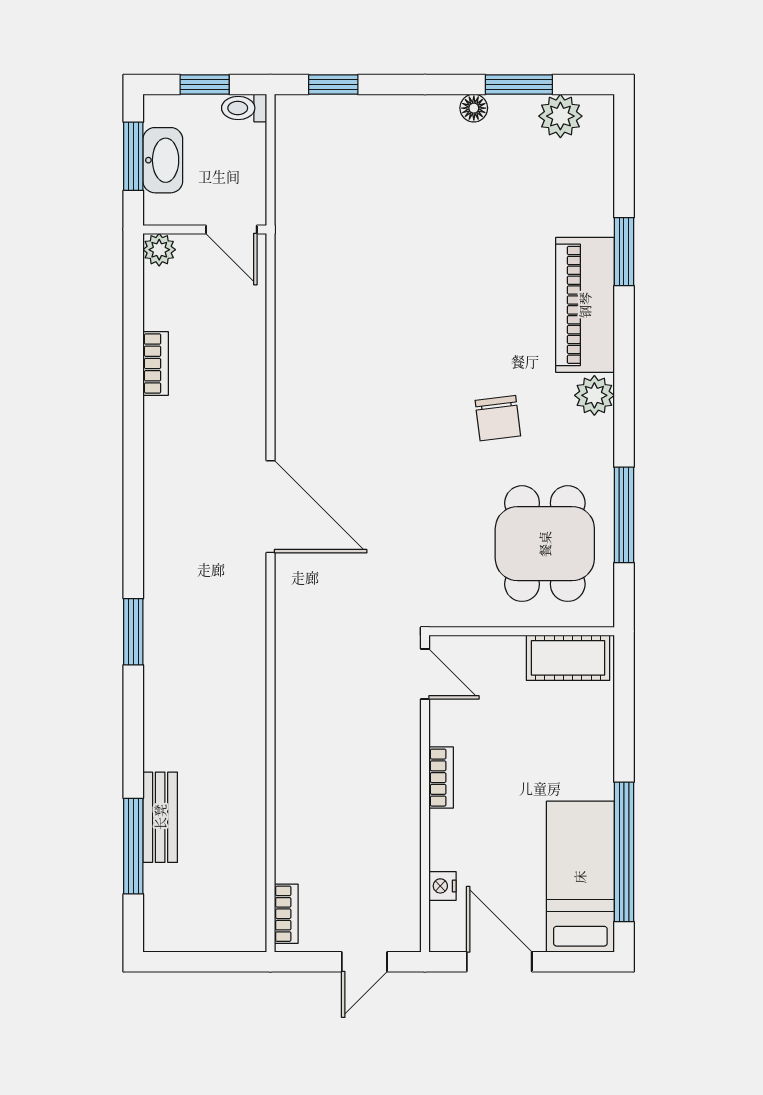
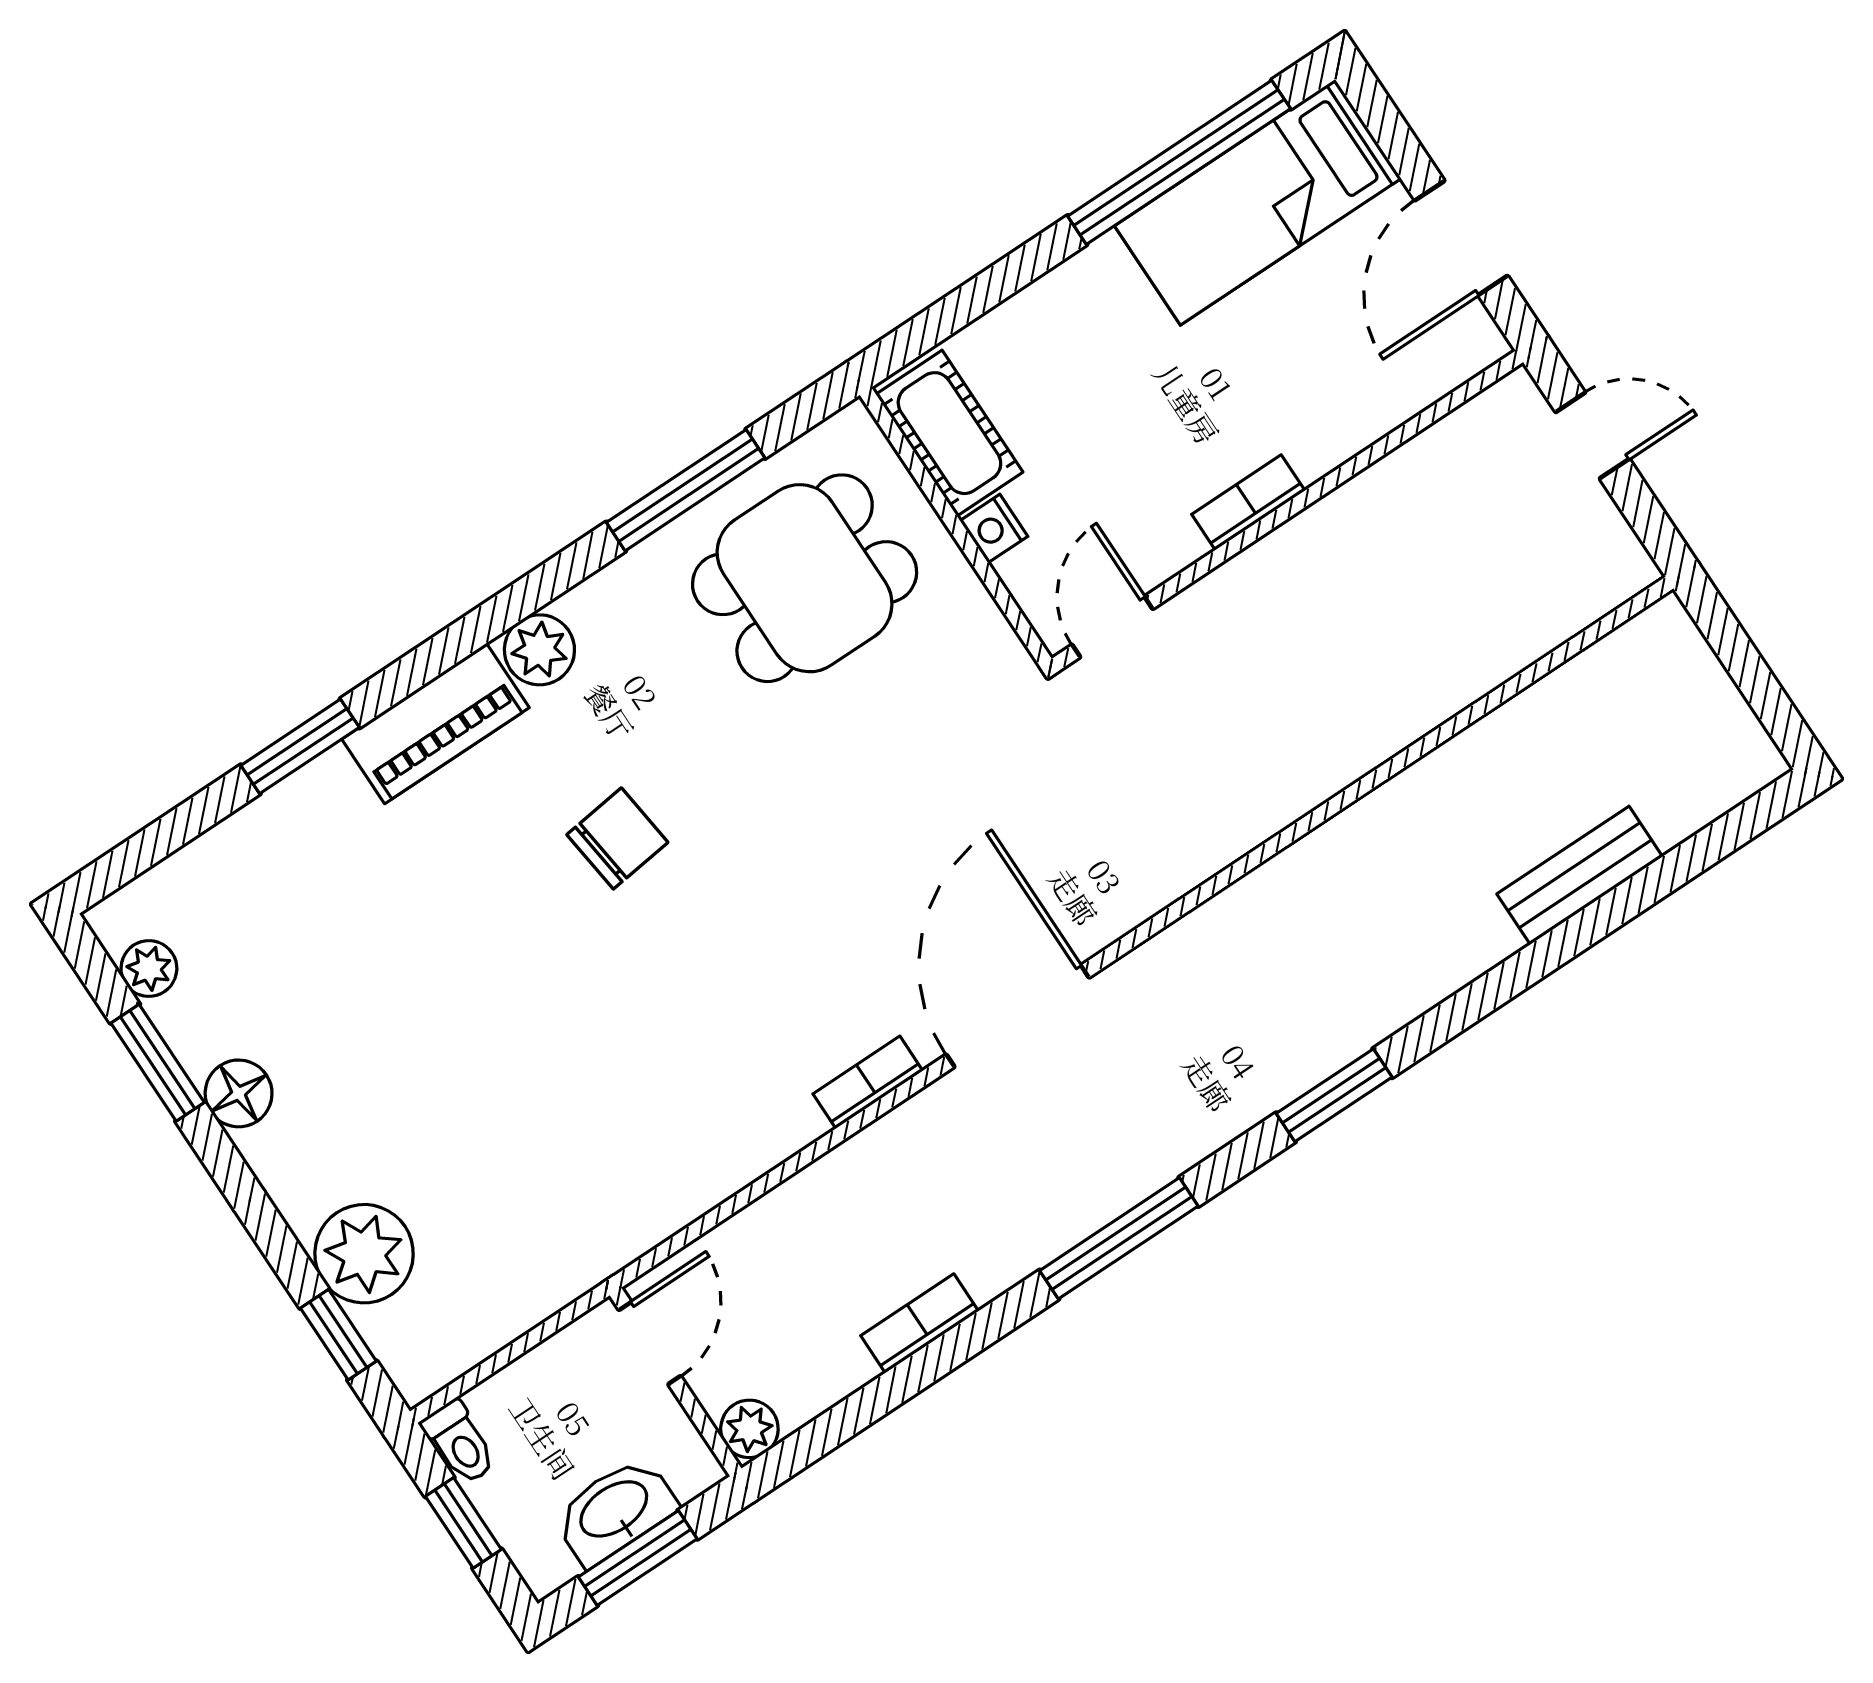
floor lamp: (474, 108) -> (239, 1093), width x1.37, depth x1.37
plant: (560, 116) -> (149, 968), width x0.73, depth x0.73
plant: (363, 122) -> (364, 1254), added
piano: (585, 305) -> (435, 723), width x0.73, depth x0.75
chair: (498, 418) -> (617, 838), moved
window: (133, 846) -> (1119, 1238), moved
nightstand: (442, 886) -> (994, 528), moved, turned 90
bookcase: (286, 914) -> (868, 1082), moved

